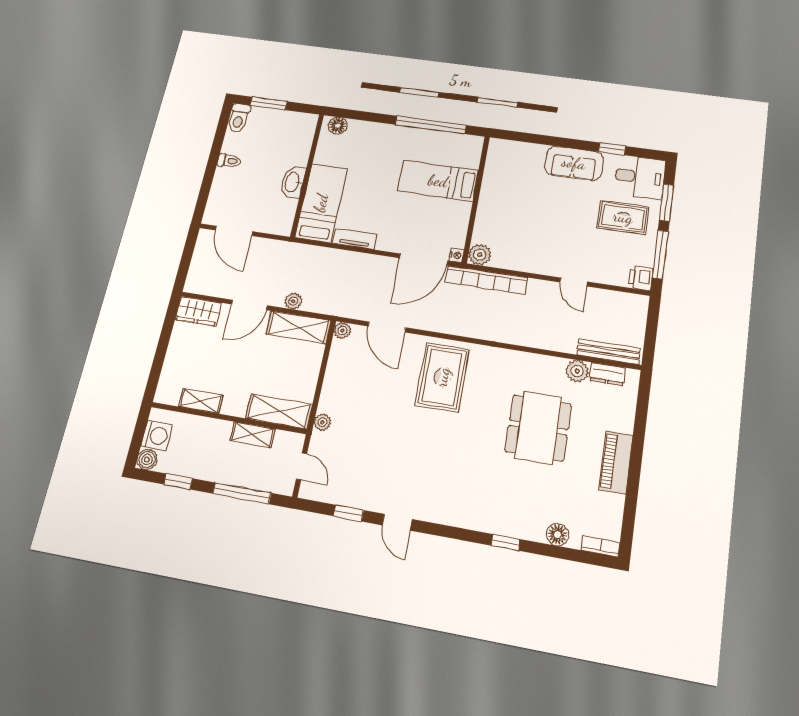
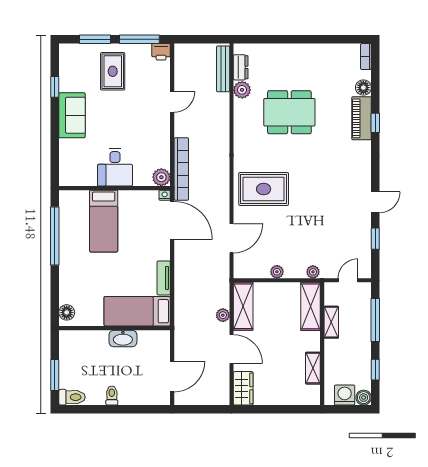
desk: (640, 177) -> (115, 167), moved, turned 180
plant: (342, 331) -> (277, 272), moved
piano: (616, 462) -> (361, 118), moved, turned 90

